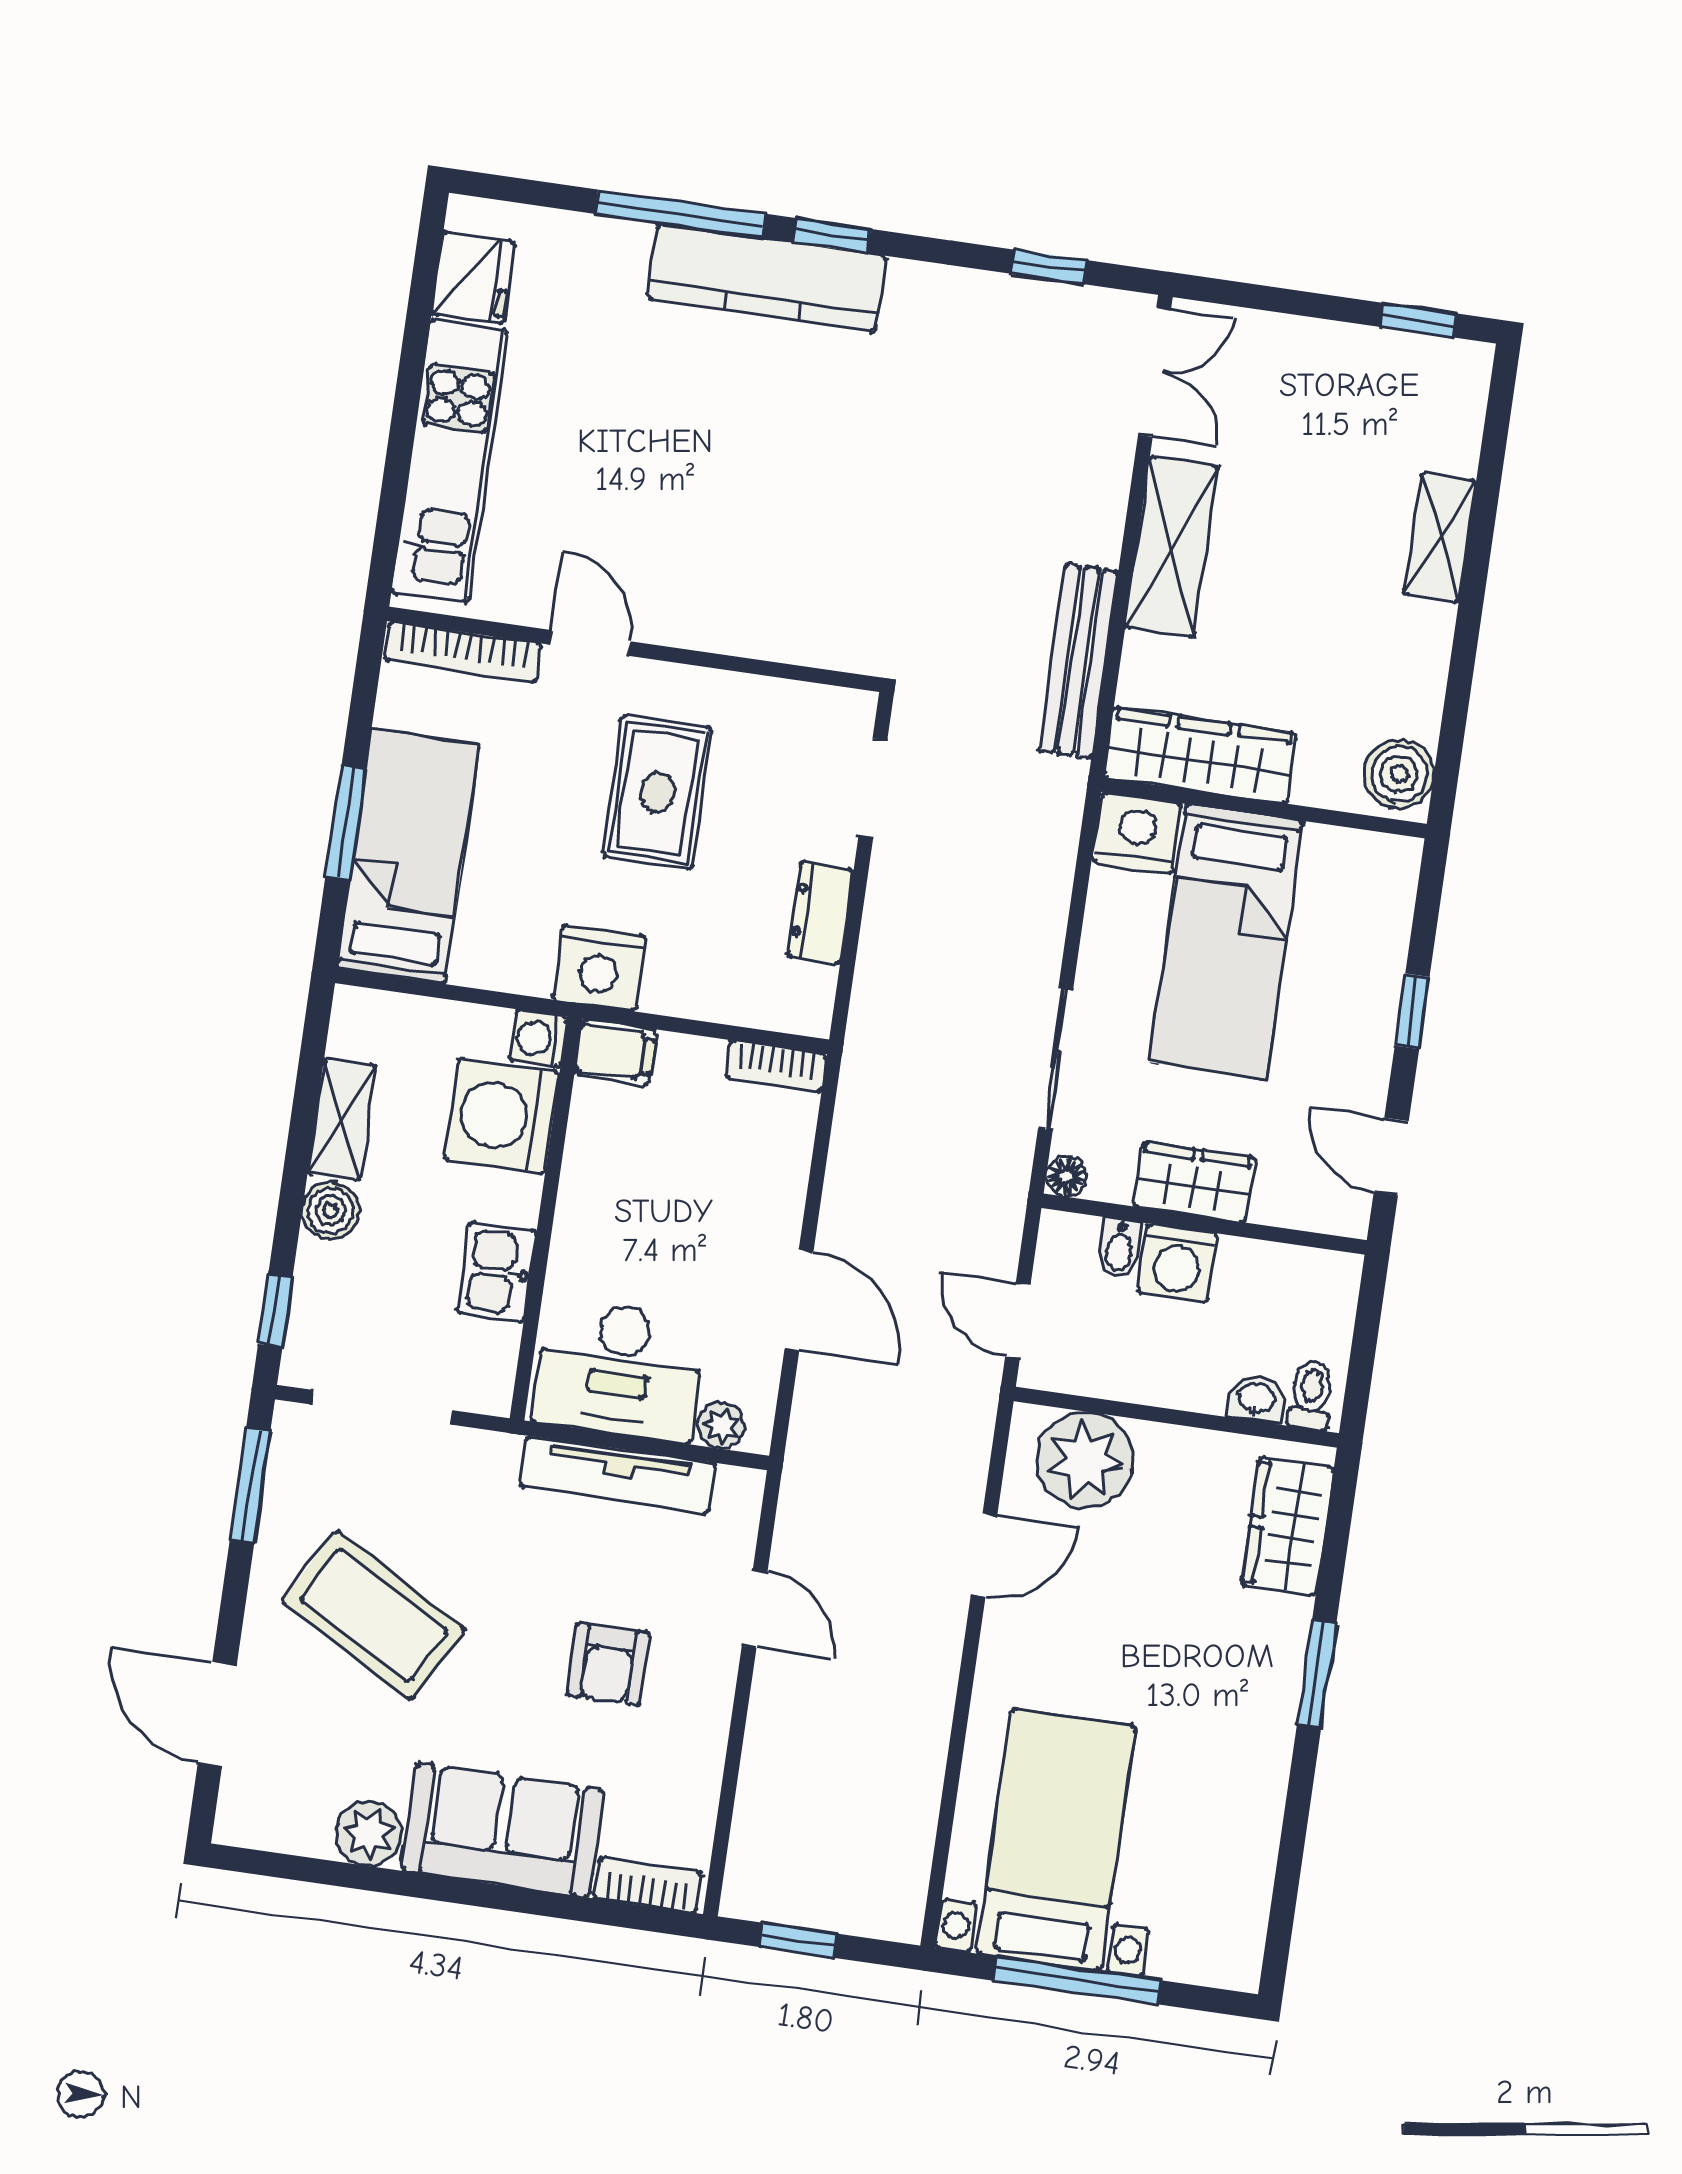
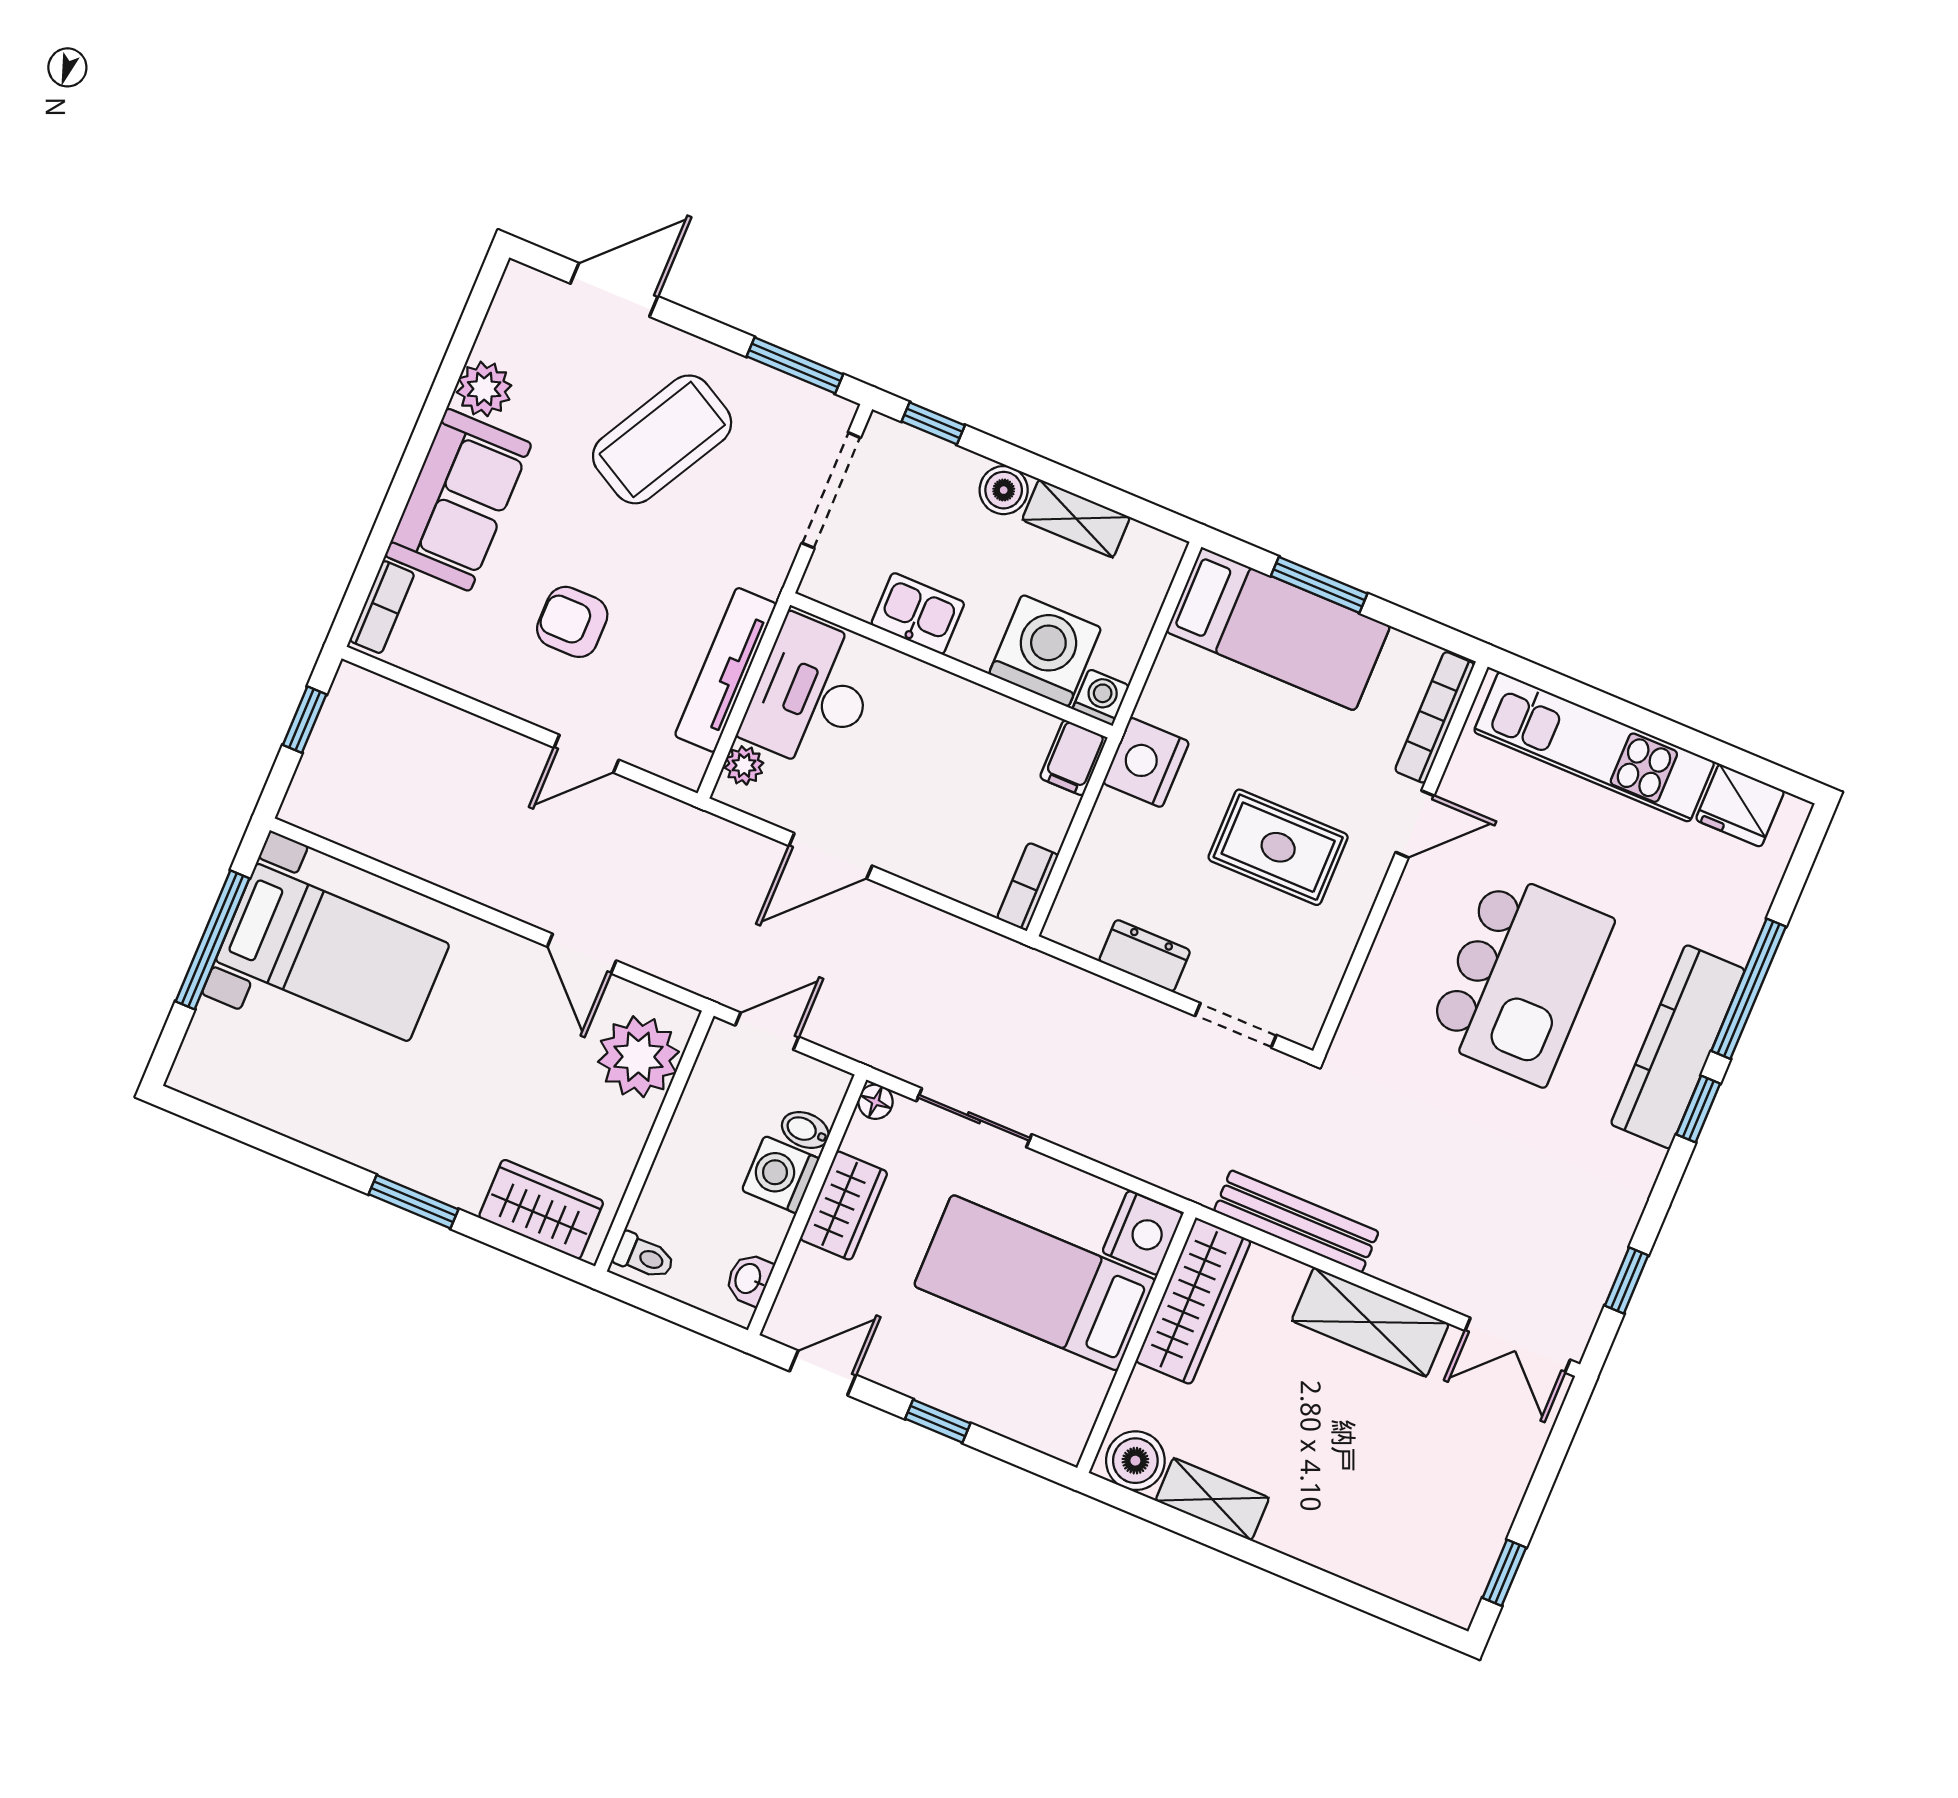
kitchen island: (736, 477) -> (1520, 979), added
shelving: (1440, 538) -> (1212, 1499), moved
washbasin: (1257, 1399) -> (749, 1279), moved, turned 180

